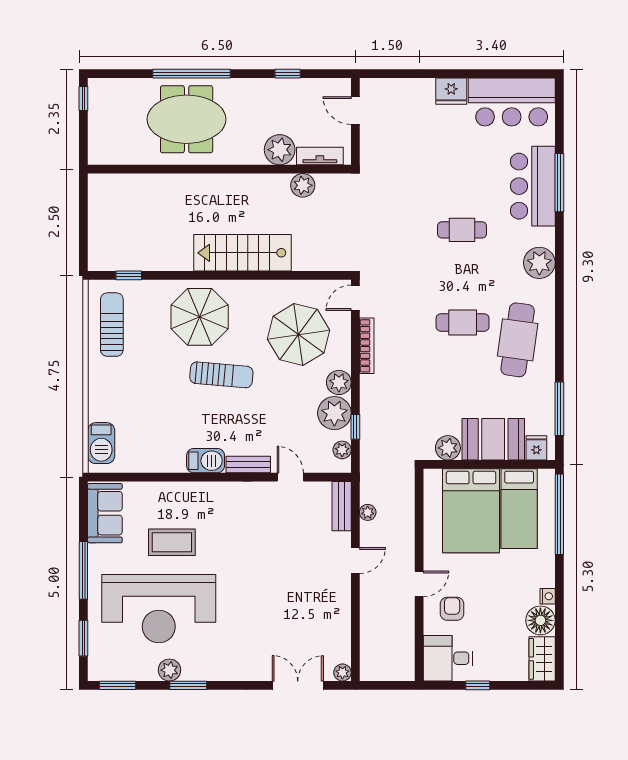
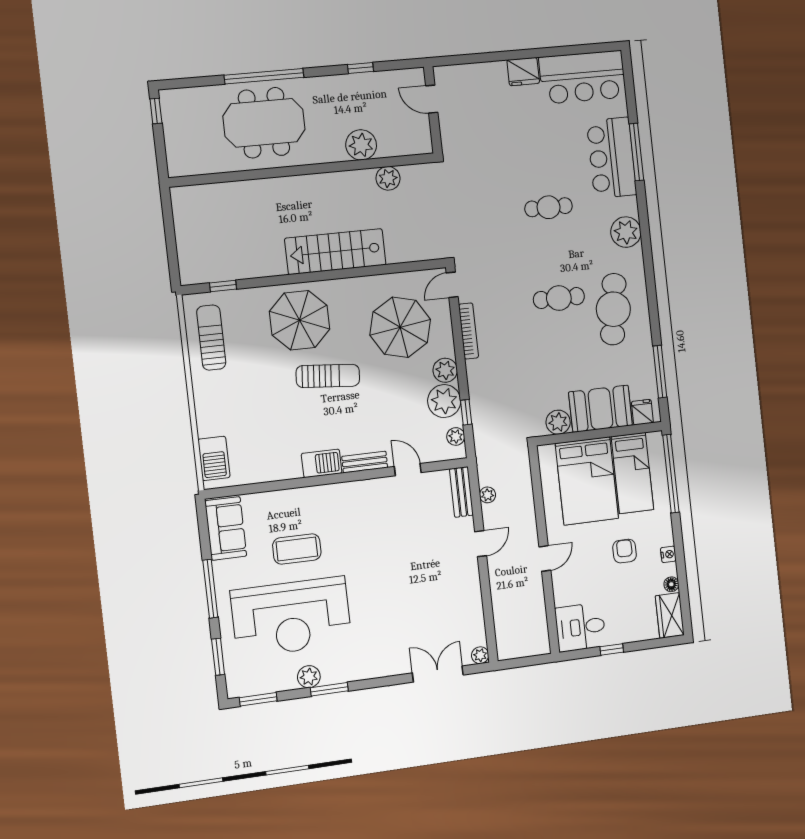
tv unit: (320, 156) -> (402, 148), removed
armchair: (452, 609) -> (625, 551), moved
floor lamp: (540, 620) -> (671, 584), width x0.53, depth x0.53

